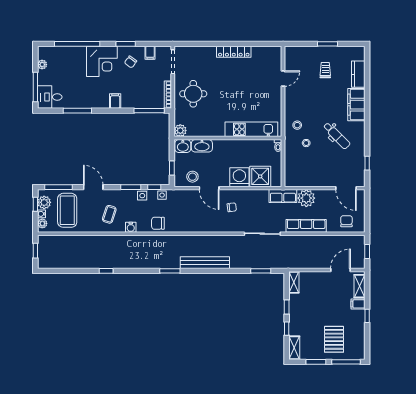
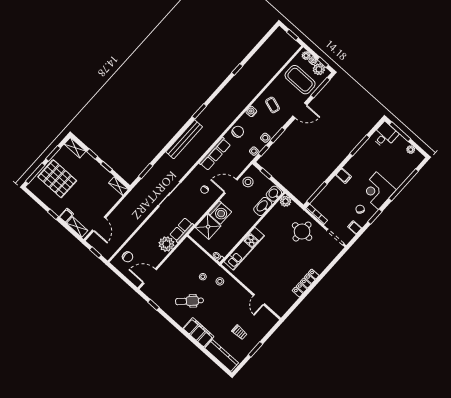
kitchen counter: (358, 74) -> (222, 356), width x1.50
row of seats: (306, 226) -> (215, 154), moved
pallet: (334, 339) -> (57, 179), width x1.37, depth x1.41

